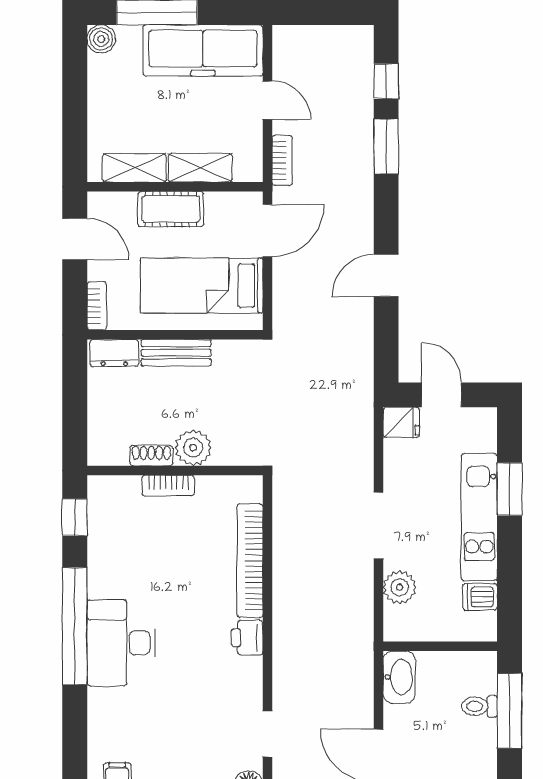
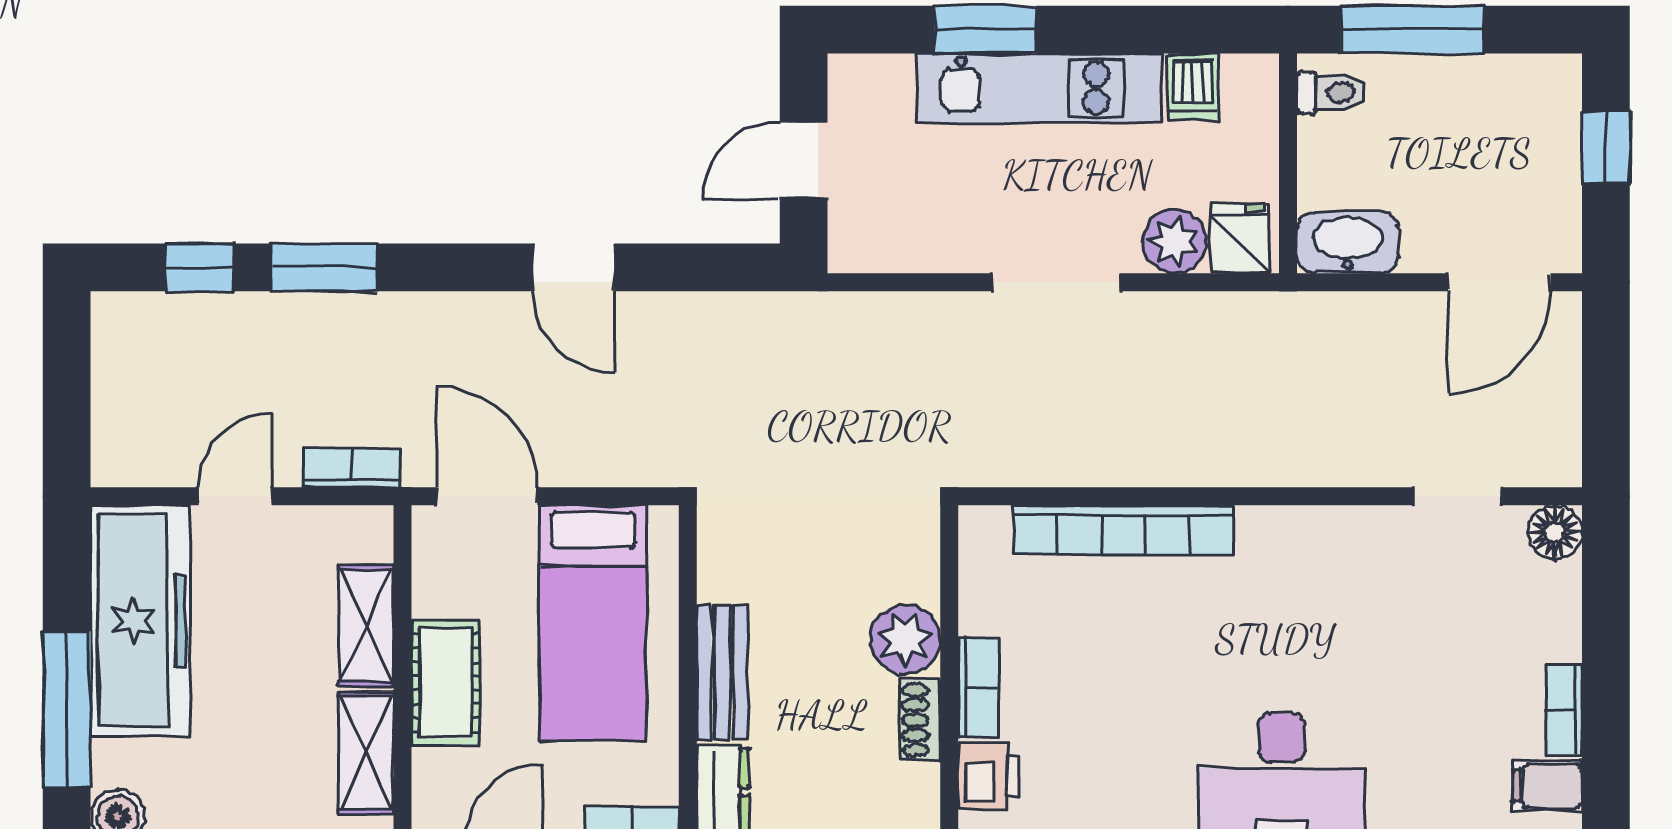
fridge: (401, 422) -> (1240, 238), moved
printer: (247, 638) -> (989, 776), moved, turned -90
toilet: (479, 706) -> (1331, 93), moved, turned -90

